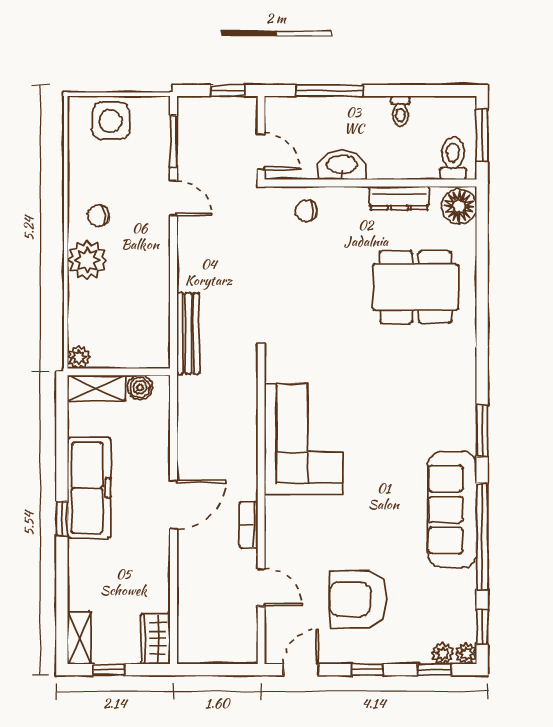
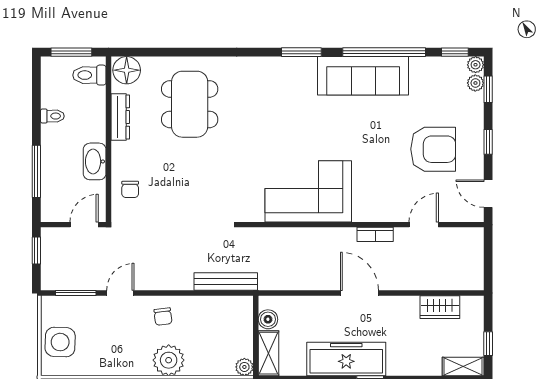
chair: (99, 216) -> (163, 317), moved
armchair: (358, 599) -> (433, 149), turned -90
wardrobe: (155, 639) -> (440, 307), moved

